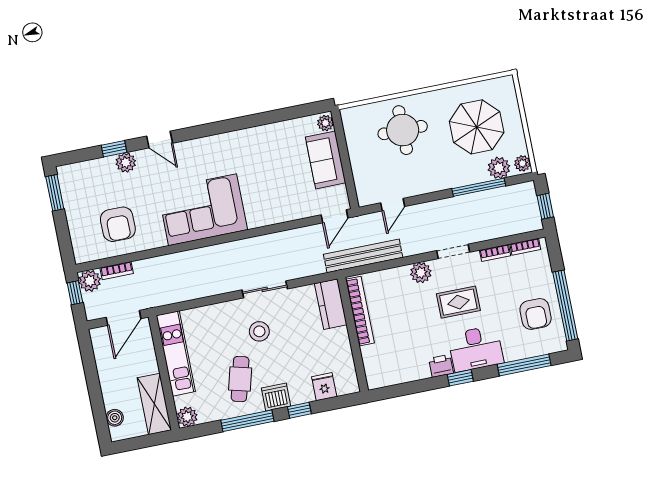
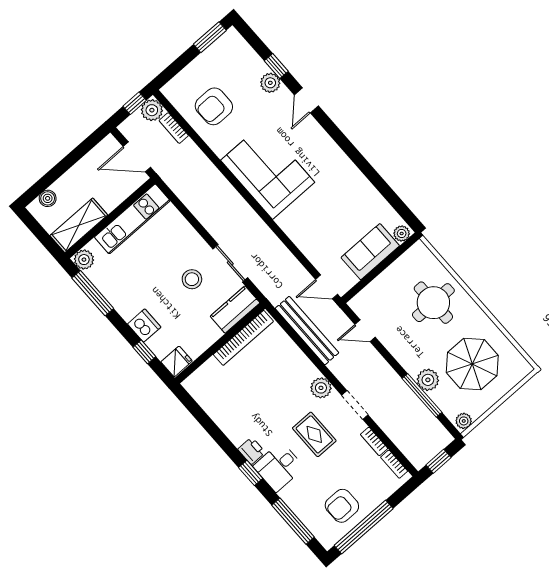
plant: (499, 168) -> (428, 380), moved
kitchen counter: (331, 304) -> (235, 310), moved
bookcase: (360, 311) -> (243, 338), moved
wall: (353, 335) -> (220, 343), moved
desk: (476, 349) -> (279, 467), width x0.73
cafe table: (240, 379) -> (142, 286), removed
window: (247, 421) -> (93, 293), moved

